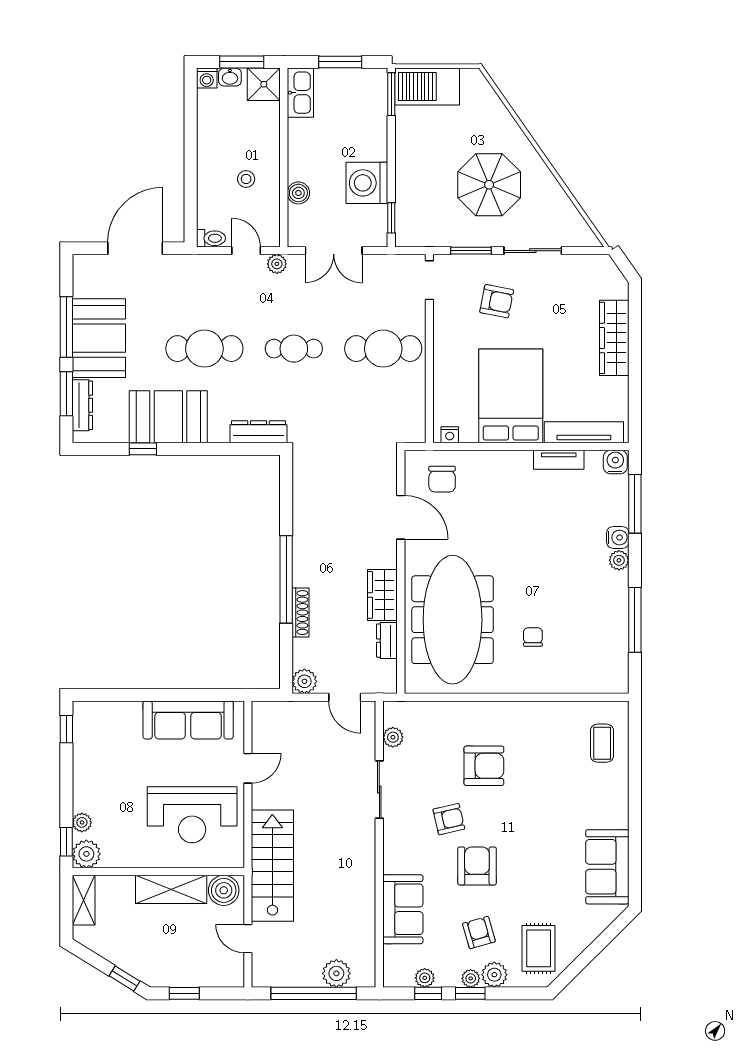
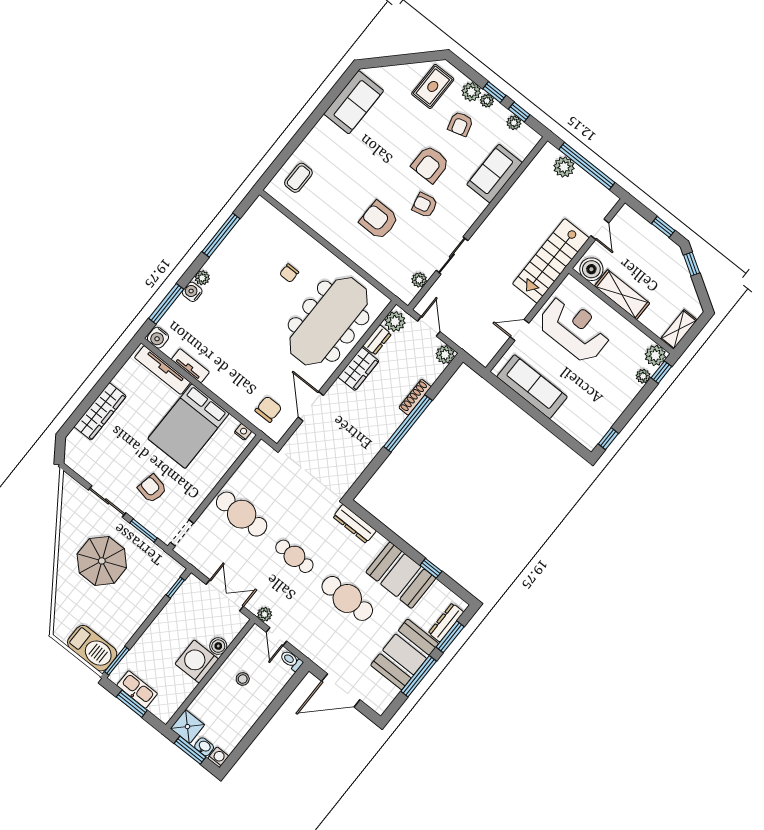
kitchen sink: (300, 93) -> (137, 690), moved, turned 90
washing machine: (367, 183) -> (197, 661), moved, turned 180
plant: (384, 674) -> (395, 322), added

